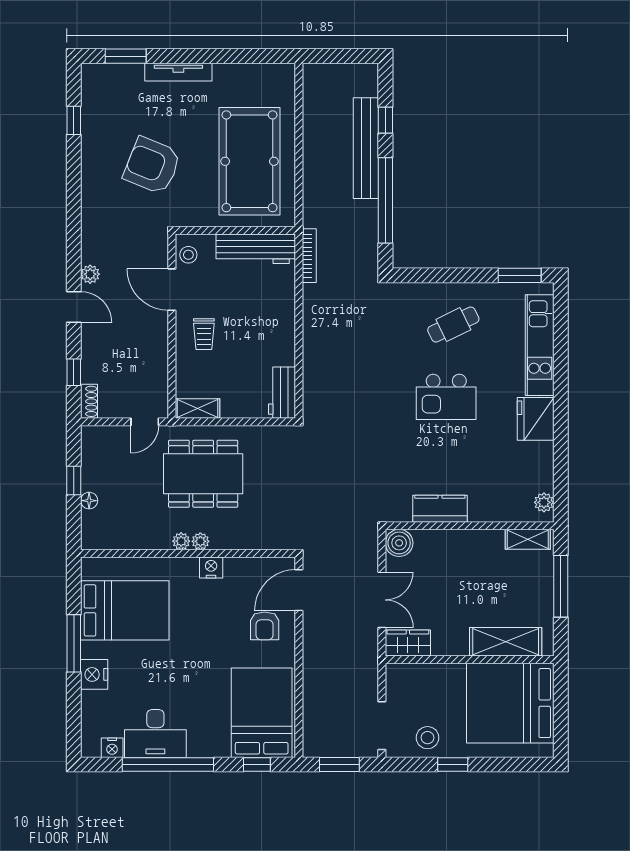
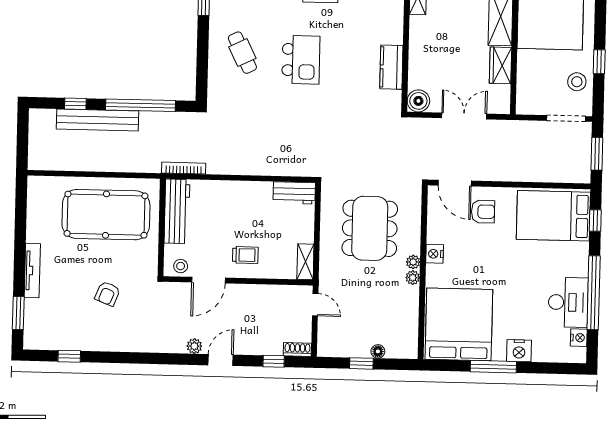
armchair: (152, 166) -> (107, 294), width x0.53, depth x0.53
dining table: (203, 474) -> (370, 228), moved
bed: (125, 610) -> (459, 324), width x1.36
wardrobe: (408, 643) -> (500, 65), moved

